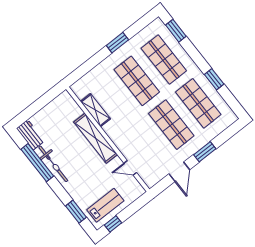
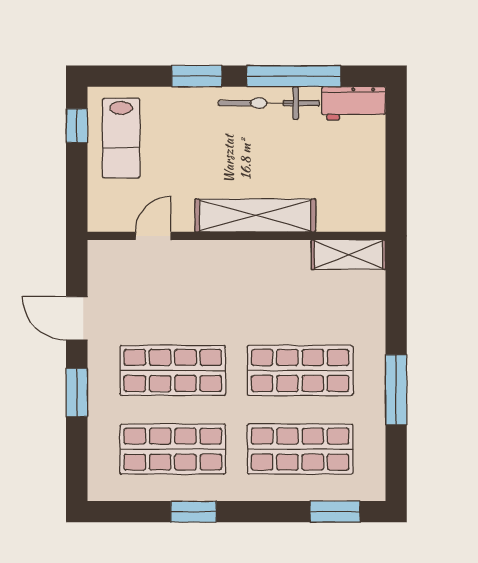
window: (117, 43) -> (396, 390), width x1.44
shelving: (95, 110) -> (348, 255), moved
window: (76, 212) -> (197, 76), moved

